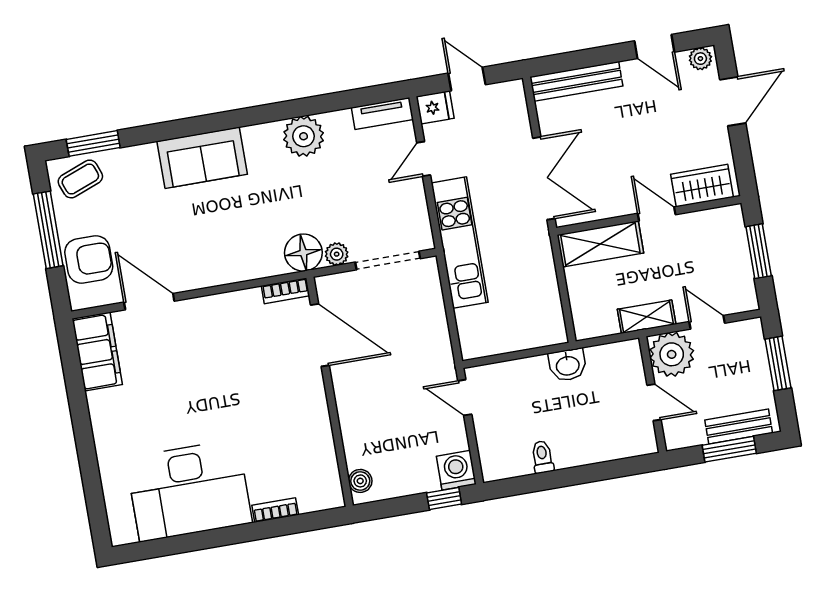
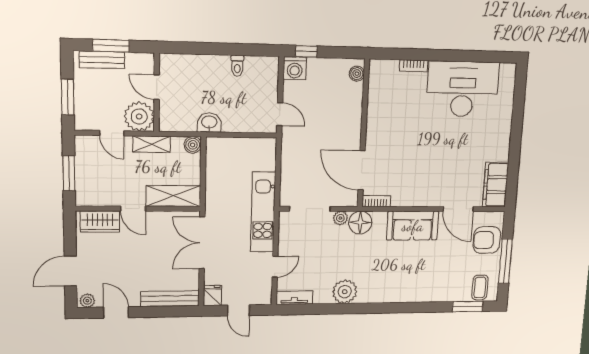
fridge: (435, 107) -> (212, 296), moved, turned 90
sofa: (202, 158) -> (413, 226), moved, turned 180
coffee table: (80, 179) -> (480, 287), turned -69
boiler: (586, 327) -> (193, 145), added

